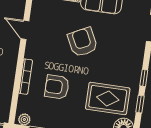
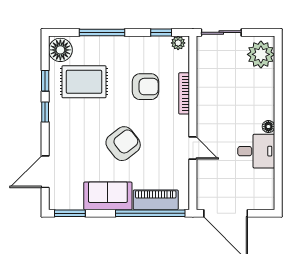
armchair: (83, 42) -> (123, 144), turned -101

